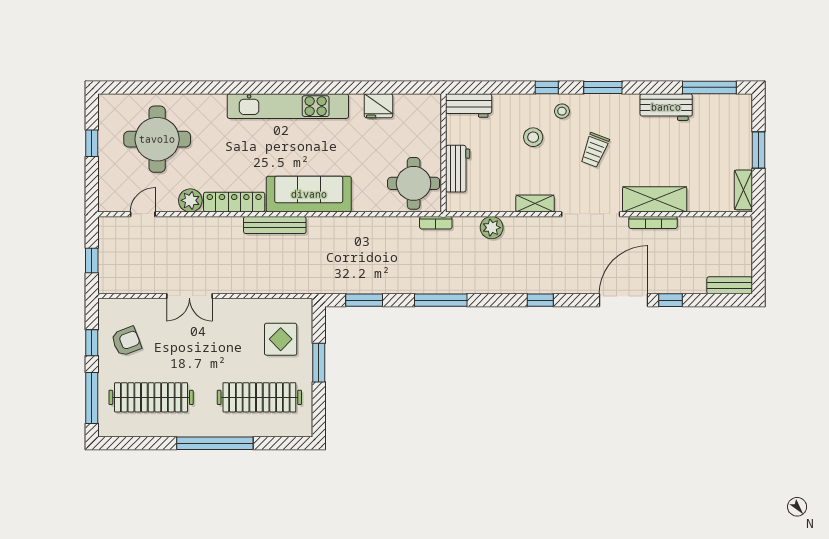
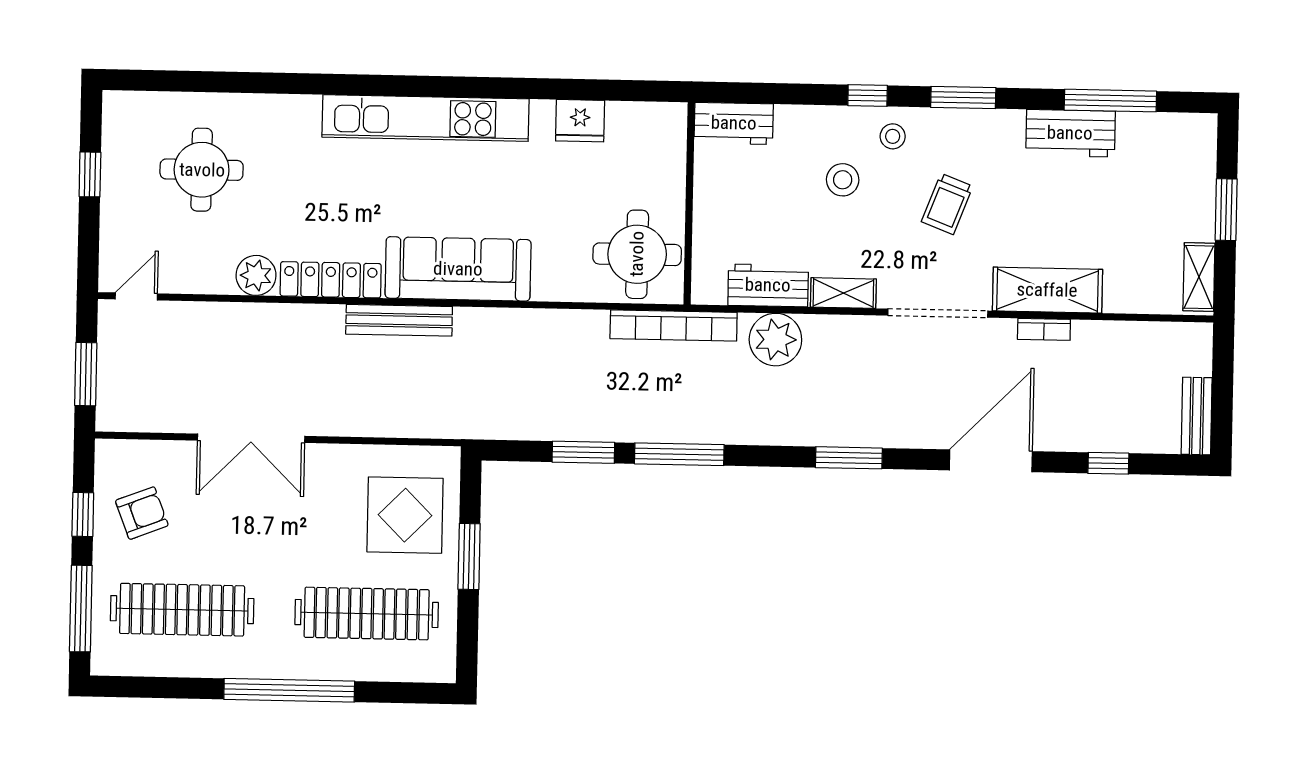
window: (709, 87) -> (1110, 101), moved
round table: (157, 139) -> (202, 170), width x0.73, depth x0.73
workbench: (458, 169) -> (768, 285), moved, turned -90
door: (143, 214) -> (136, 296), moved
bookcase: (653, 222) -> (1044, 329), width x0.64
bookcase: (436, 223) -> (674, 326), width x2.31, depth x1.31
plant: (492, 228) -> (775, 340), width x1.36, depth x1.36
window: (92, 260) -> (86, 374), width x1.50
bench: (730, 285) -> (1197, 416), moved, turned 90
double door: (189, 296) -> (251, 438), width x1.37
window: (364, 300) -> (583, 452), moved
window: (540, 300) -> (849, 458), width x1.50
window: (671, 300) -> (1108, 463), moved
display table: (281, 339) -> (405, 515), width x1.36, depth x1.36

